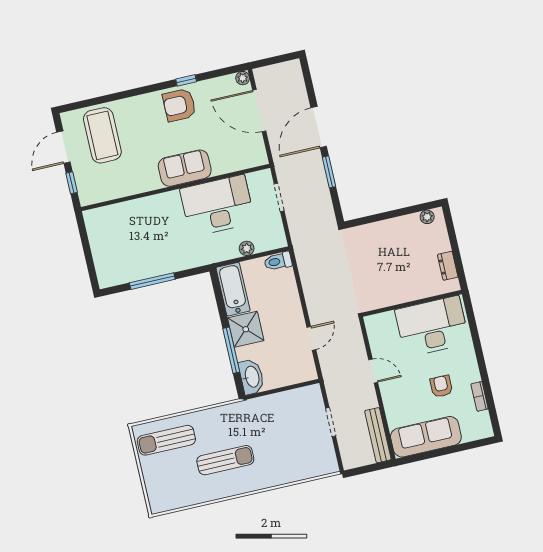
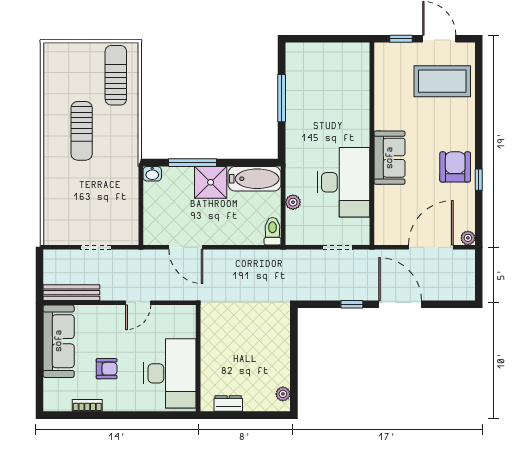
window: (329, 172) -> (352, 304), width x0.67
door: (311, 338) -> (186, 247), width x1.37
washbasin: (252, 377) -> (152, 174), width x0.52, depth x0.69

